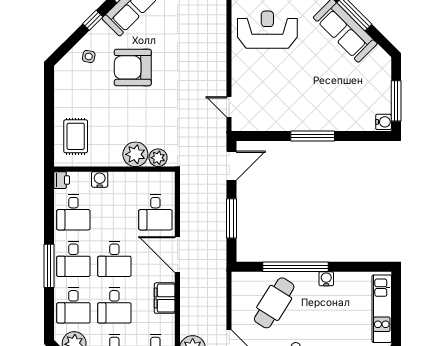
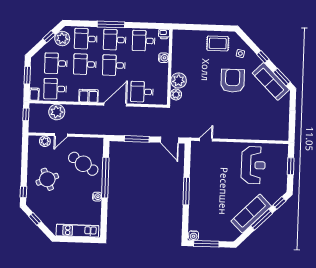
rug: (76, 136) -> (218, 43), moved

